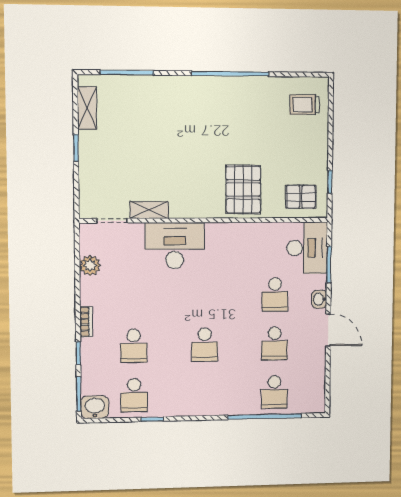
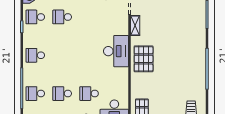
pallet: (243, 190) -> (144, 59), moved, turned 90
desk: (175, 246) -> (116, 51), moved
school desk: (205, 345) -> (35, 55), moved

